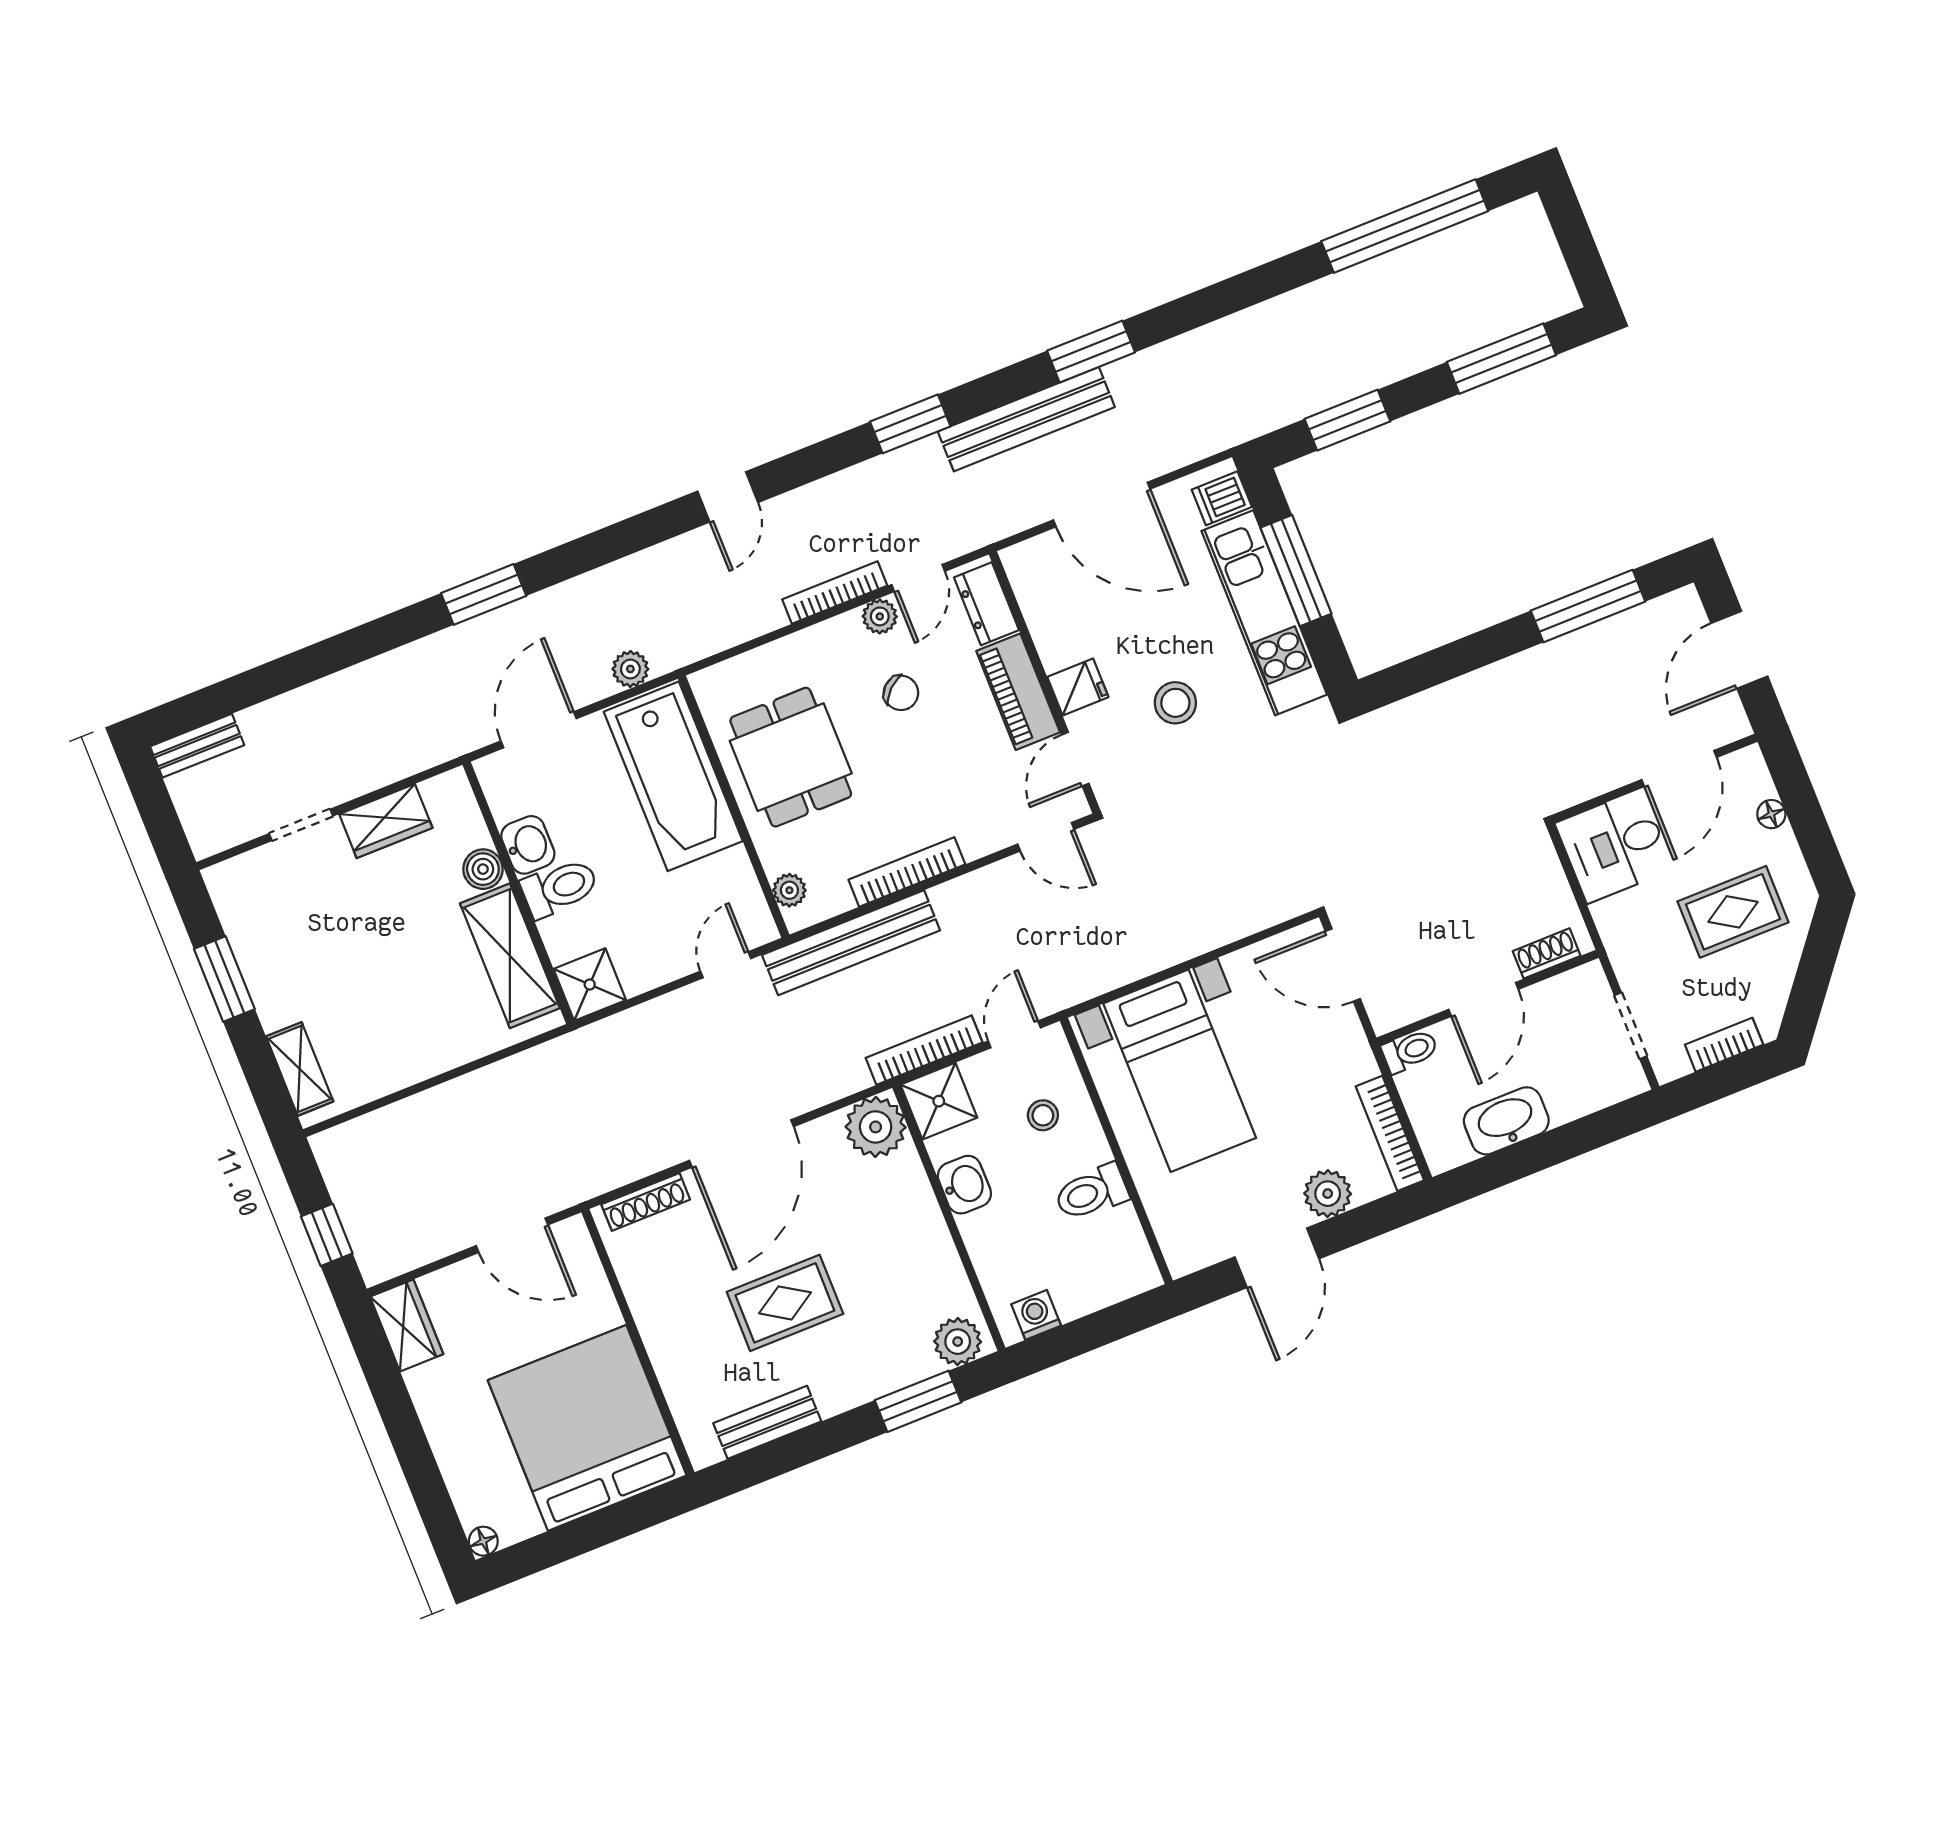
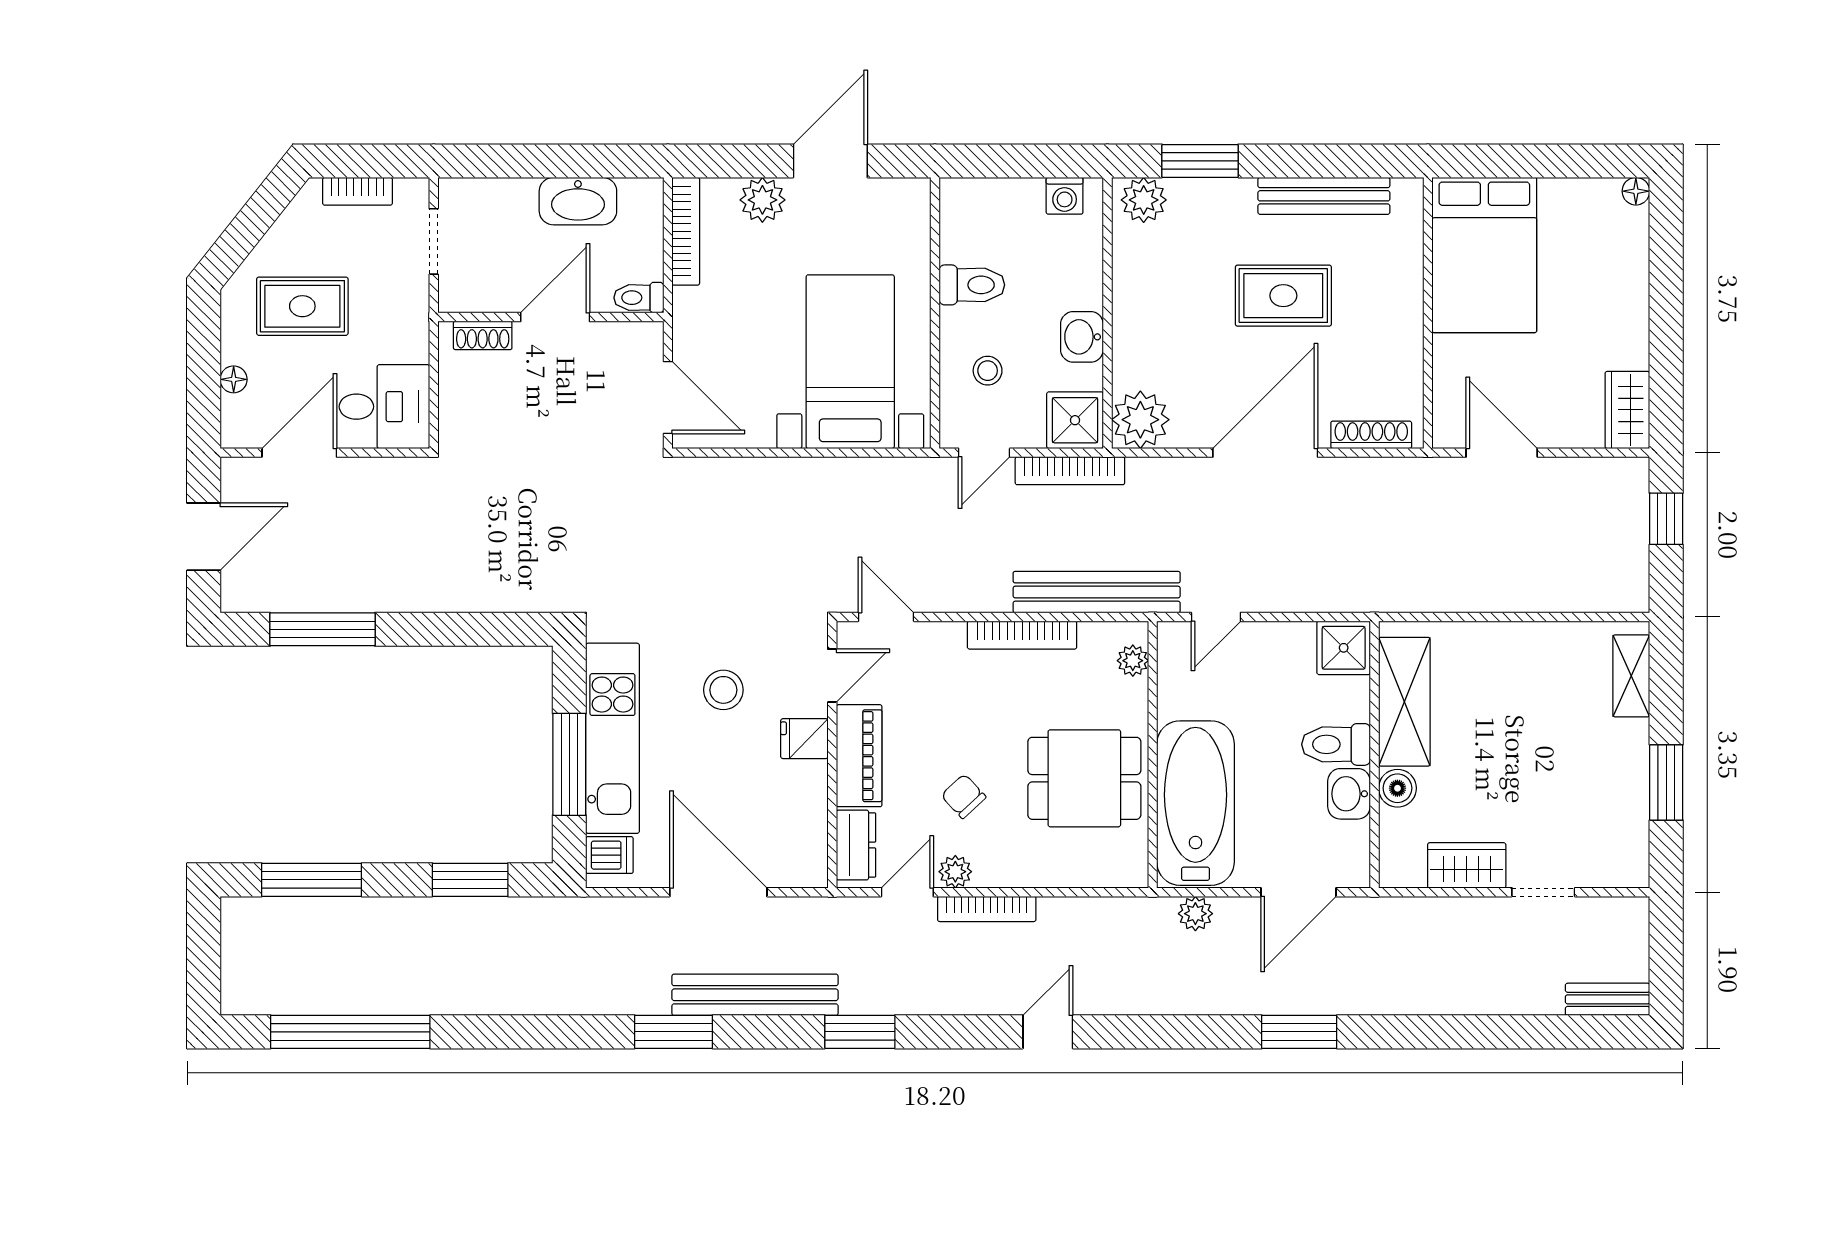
dining table: (791, 757) -> (1084, 778), turned 90
bench: (767, 1422) -> (1324, 196), width x1.36
bed: (587, 1428) -> (1484, 255), width x0.73

